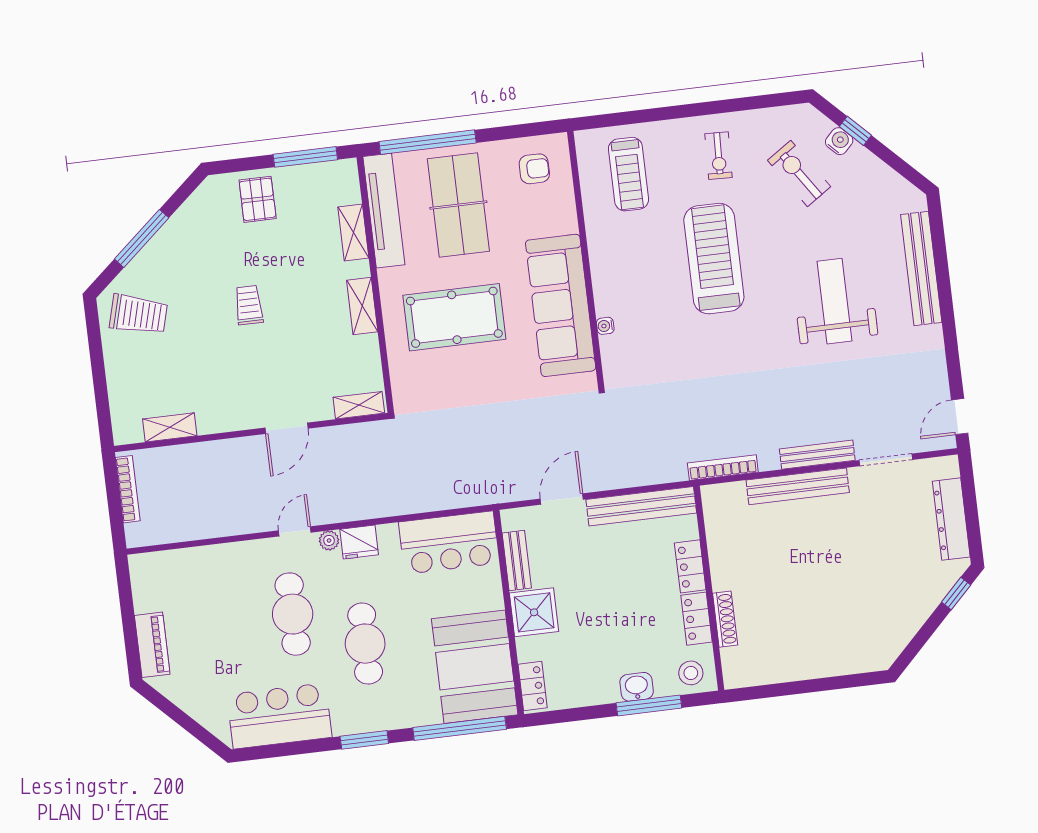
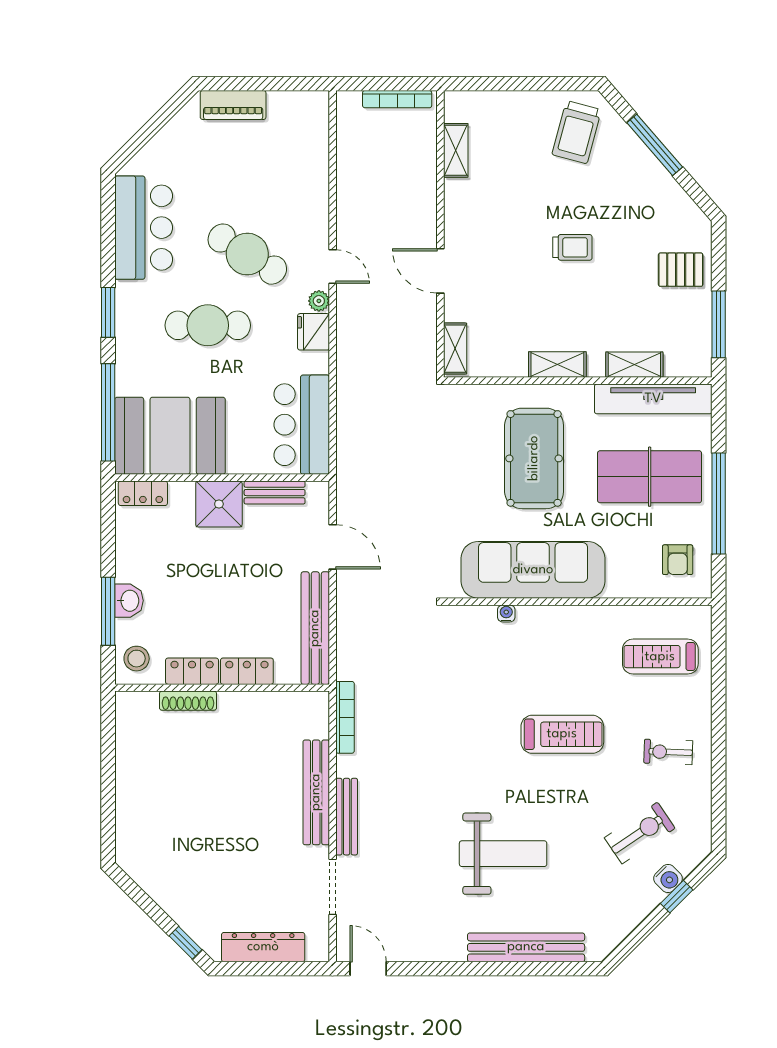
window: (428, 142) -> (719, 504), moved
treadmill: (714, 259) -> (562, 734), width x0.73, depth x0.73
cafe table: (293, 614) -> (247, 254), turned 32

